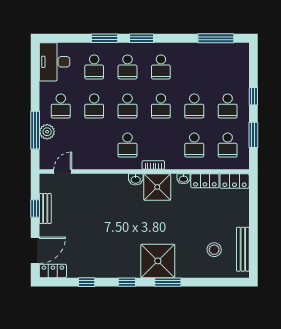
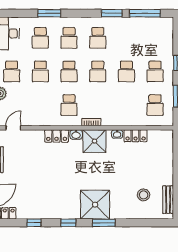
window: (142, 38) -> (112, 13), moved
school desk: (194, 145) -> (126, 105), removed
locker: (235, 181) -> (57, 136), moved
bench: (243, 249) -> (168, 200), width x0.73

